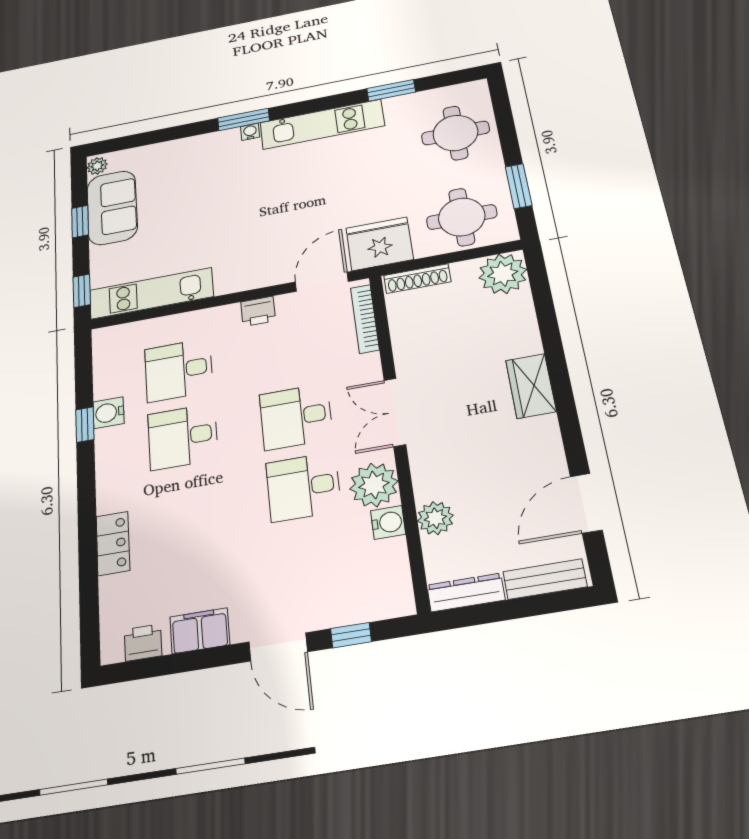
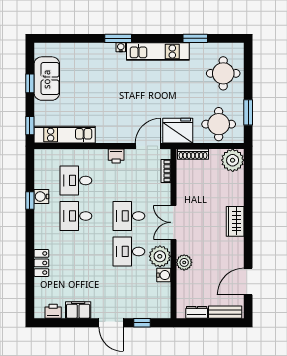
plant: (97, 166) -> (40, 50), removed
bookcase: (365, 319) -> (166, 171), width x0.64
plant: (435, 518) -> (184, 262), moved
dresser: (466, 593) -> (197, 312), width x0.70

